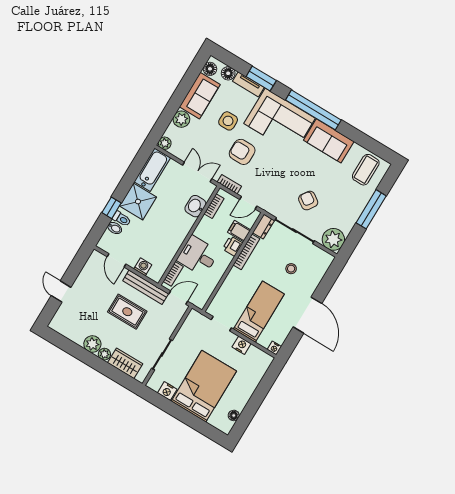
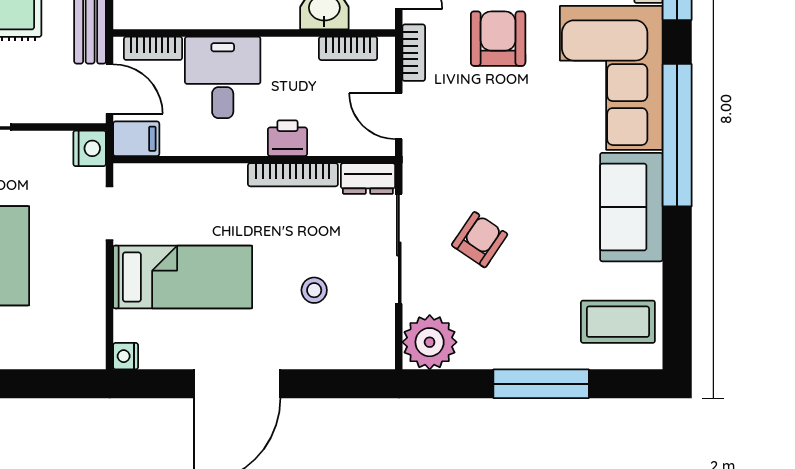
filing cabinet: (239, 231) -> (136, 139), moved, turned 90
nightstand: (242, 345) -> (90, 148), moved

